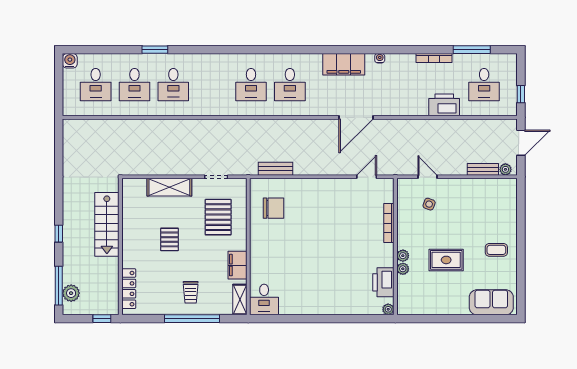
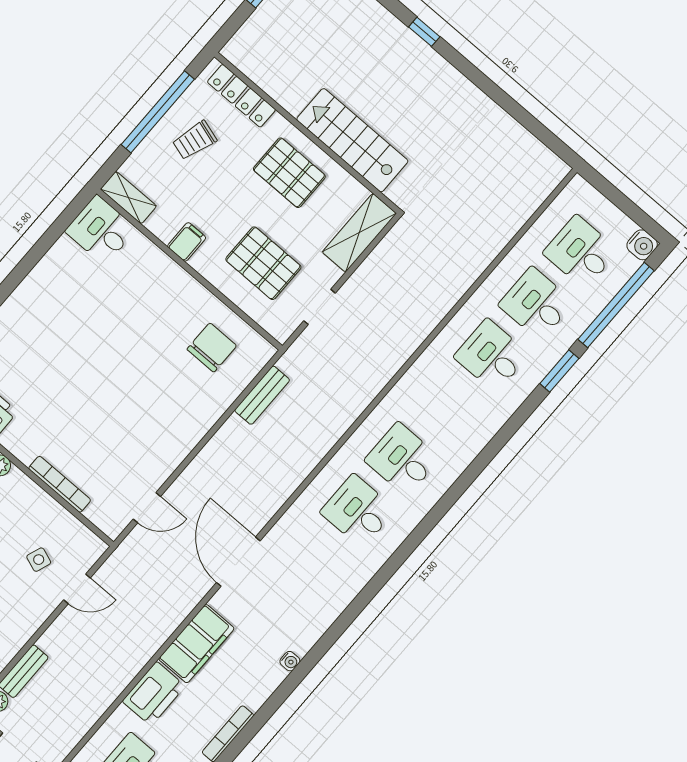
window: (105, 50) -> (616, 305), added
filing cabinet: (344, 64) -> (196, 644), moved, turned 180
door: (367, 177) -> (147, 508), hinge flipped
chair: (274, 208) -> (212, 347), turned 180
stairs: (107, 224) -> (352, 140), moved
pallet: (169, 239) -> (289, 173), width x1.50, depth x1.42
wall: (120, 247) -> (307, 133), moved
filing cabinet: (237, 265) -> (187, 242), width x0.50
locker: (129, 289) -> (241, 96), moved
trolley: (191, 292) -> (195, 140), turned -73

